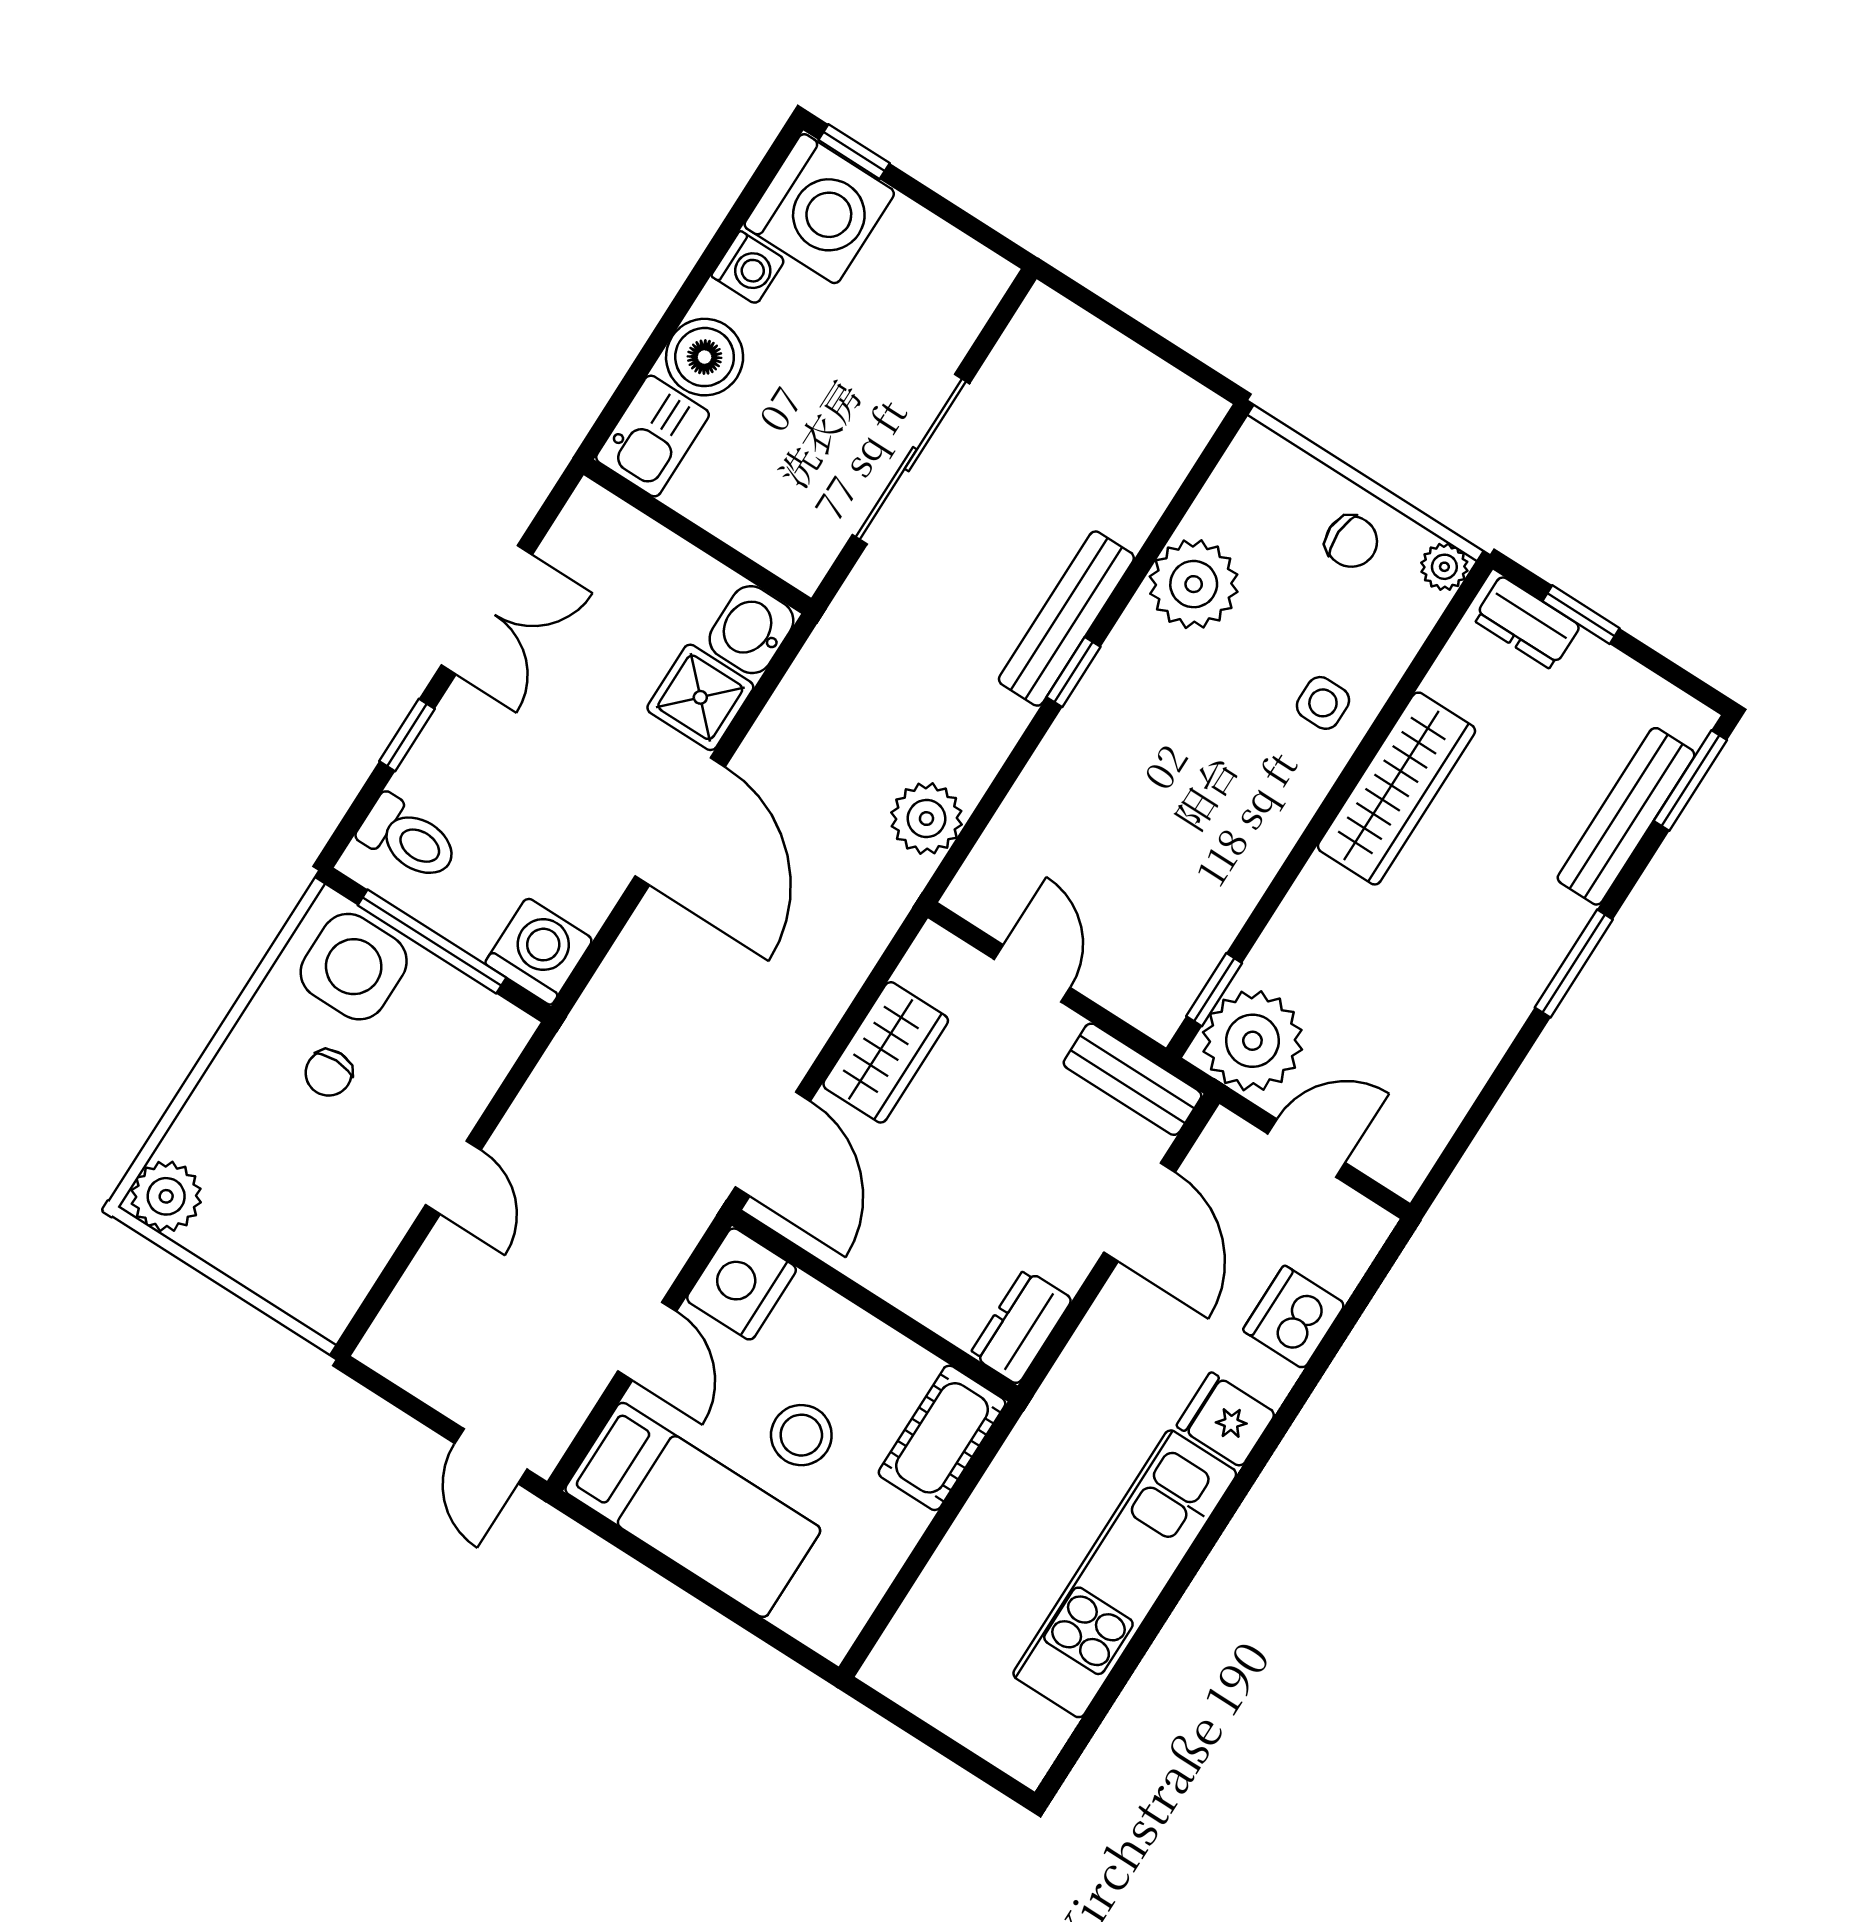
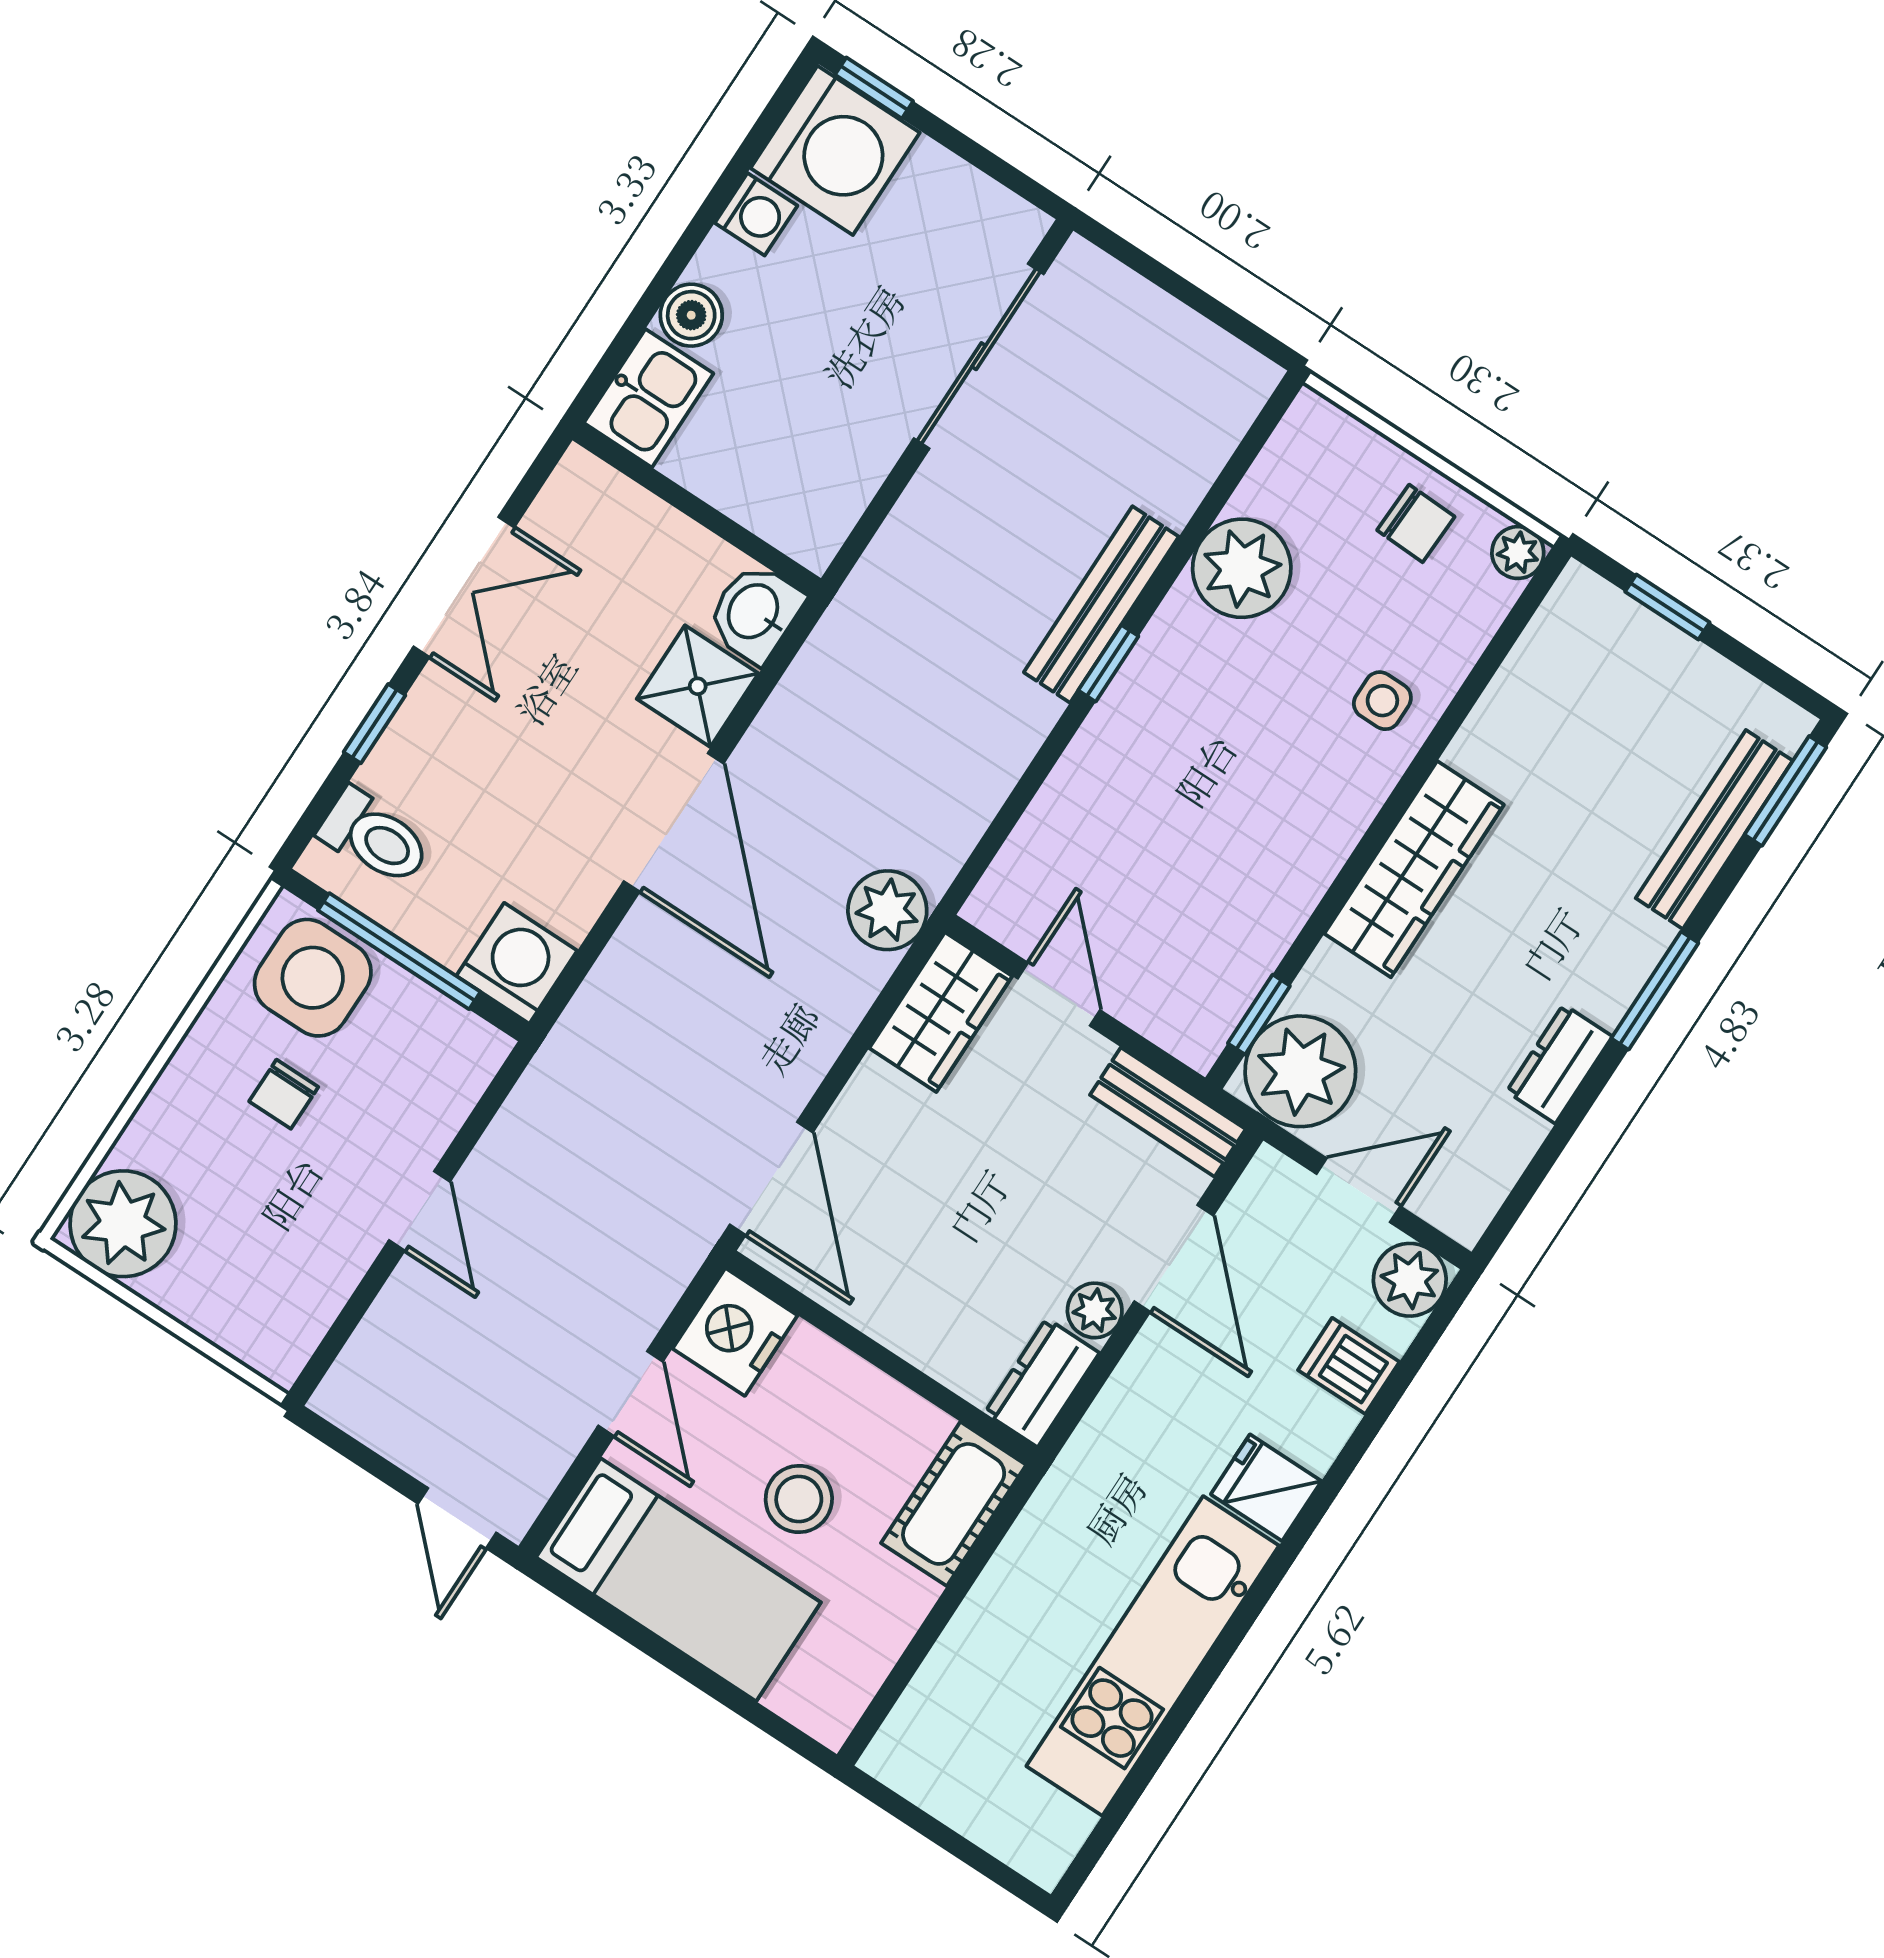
boiler: (705, 357) -> (691, 315), width x0.73, depth x0.73
sliding door: (911, 459) -> (979, 356), moved
dresser: (1527, 623) -> (1559, 1064), moved, turned 90
wardrobe: (1396, 789) -> (1414, 869), moved
plant: (926, 819) -> (887, 910), moved
wardrobe: (886, 1052) -> (941, 1012), moved
plant: (166, 1196) -> (123, 1224), width x1.36, depth x1.36
plant: (1354, 1229) -> (1410, 1280), added
plant: (1068, 1260) -> (1095, 1310), added
dishwasher: (1294, 1317) -> (1349, 1366), width x0.73

